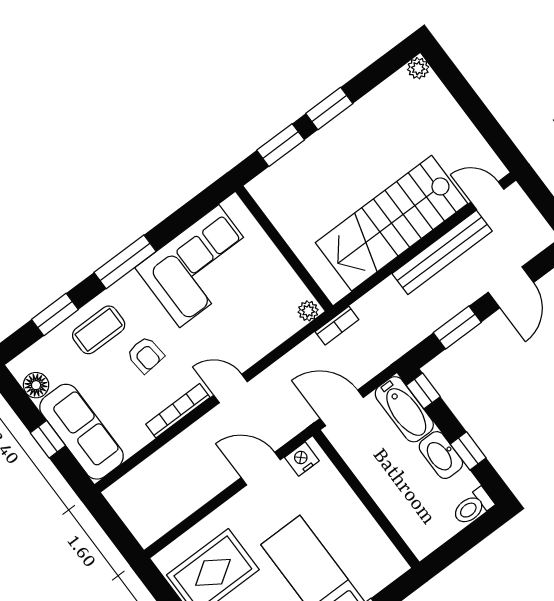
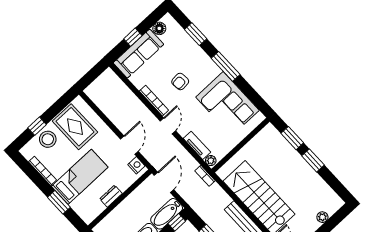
plant: (418, 68) -> (322, 217), moved
coffee table: (99, 330) -> (190, 57), removed
tv unit: (275, 335) -> (197, 145), added
dresser: (358, 516) -> (111, 196), added

